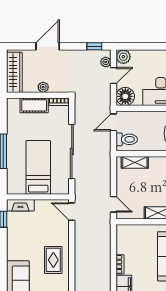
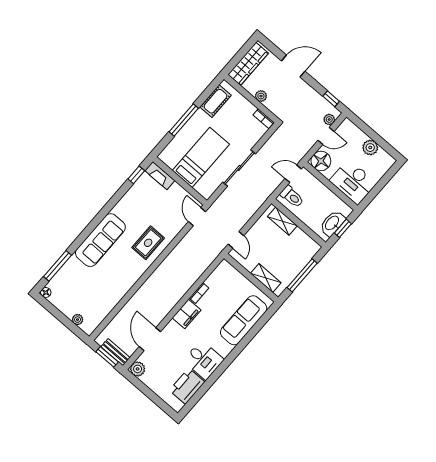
plant: (123, 57) -> (370, 148), moved
cot: (34, 105) -> (215, 101), moved, turned 90
sliding door: (72, 151) -> (239, 168), width x0.73

